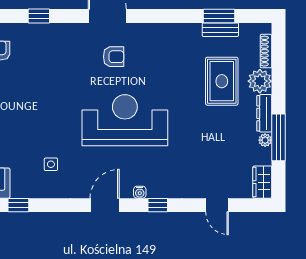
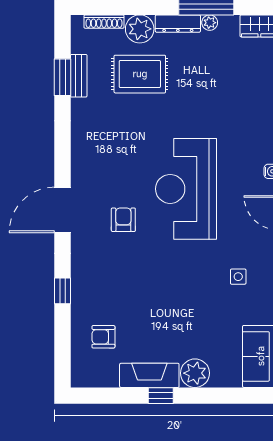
armchair: (114, 57) -> (123, 220), moved

